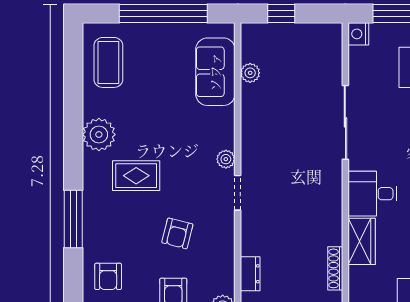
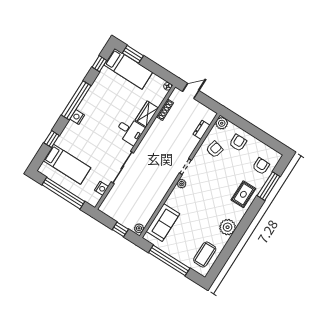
nightstand: (358, 34) -> (102, 188), moved
plant: (250, 73) -> (139, 228), moved
rug: (136, 176) -> (243, 194), moved, turned 90
window: (73, 219) -> (269, 186), moved
armchair: (177, 233) -> (215, 149), moved

